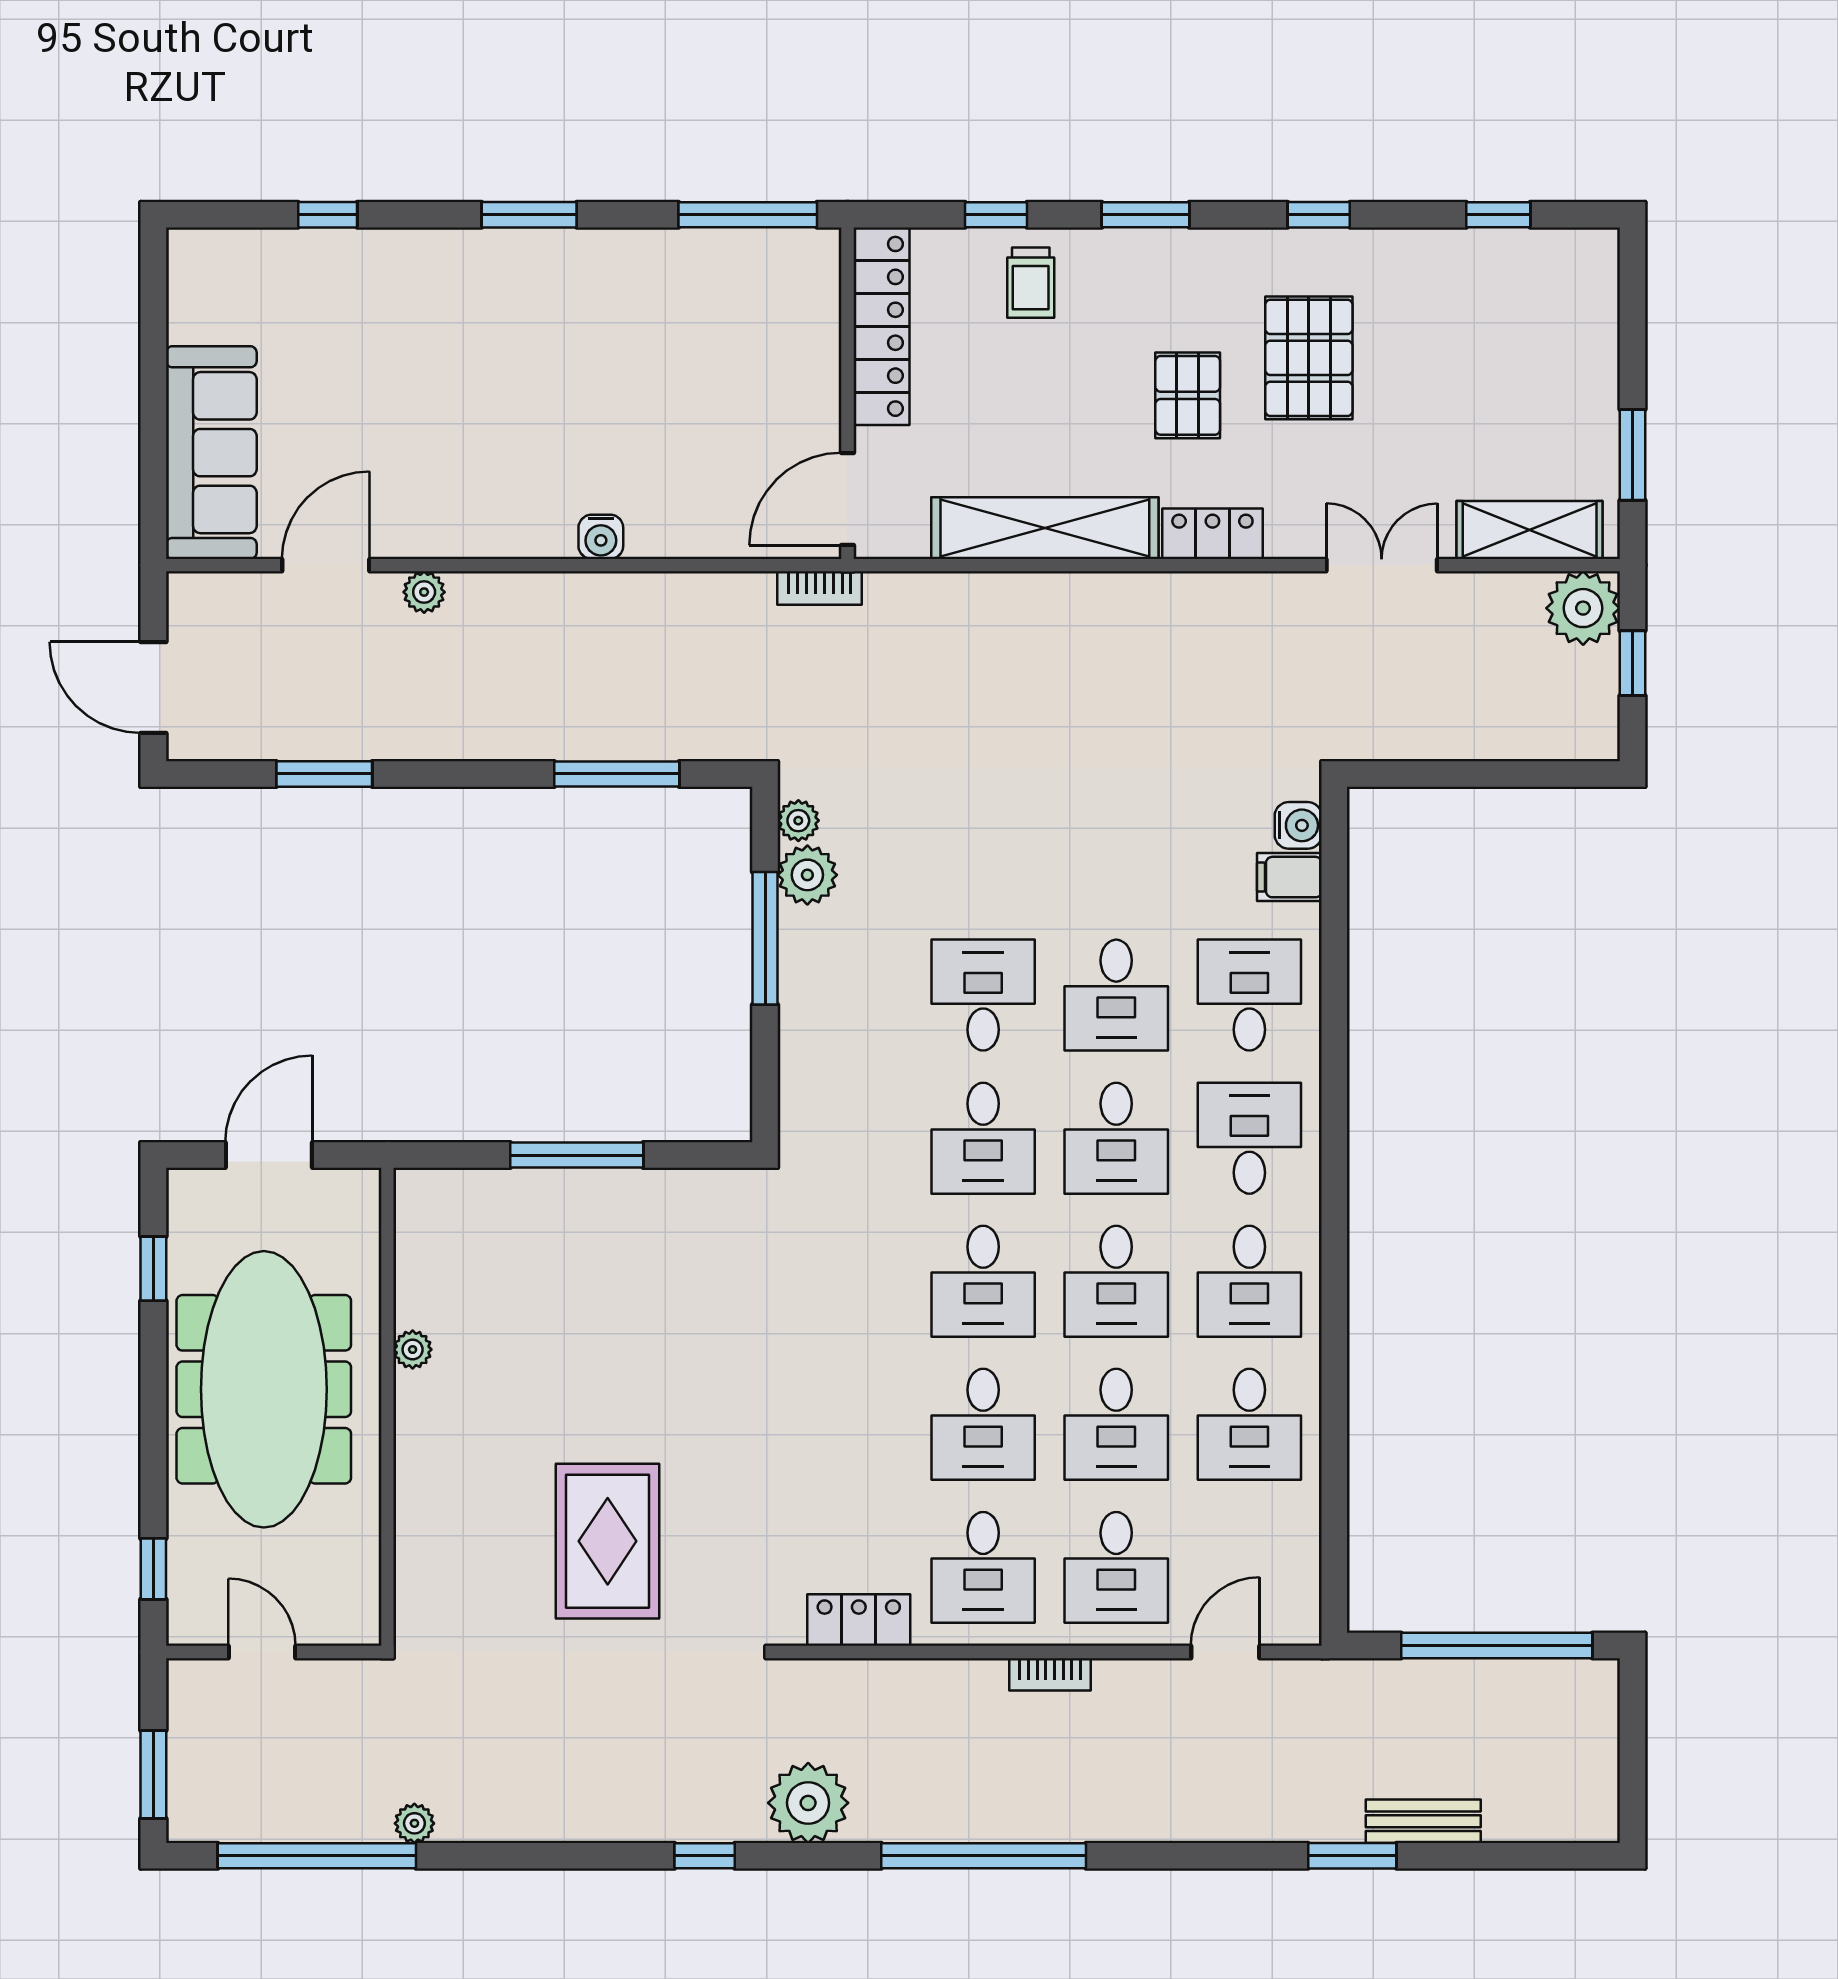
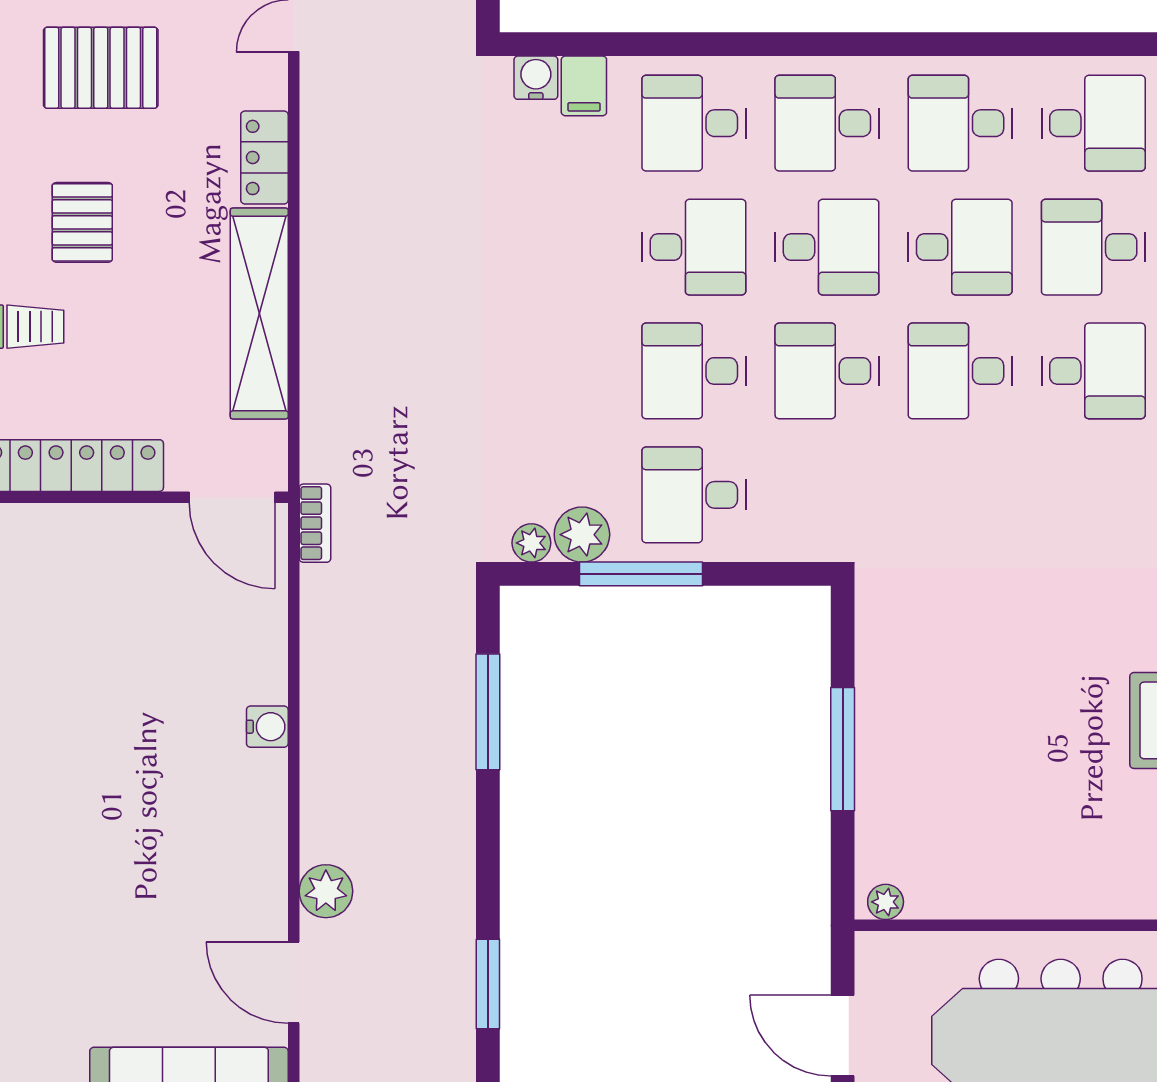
pallet: (1188, 395) -> (82, 222), moved, turned 90
plant: (424, 592) -> (326, 891), width x1.38, depth x1.38
desk: (850, 995) -> (694, 495), added
desk: (983, 1138) -> (827, 371), turned 180
desk: (983, 1281) -> (960, 371), turned 180
desk: (1249, 1281) -> (960, 123), turned 180
plant: (413, 1350) -> (886, 902), moved
desk: (1116, 1424) -> (1093, 247), turned 180

